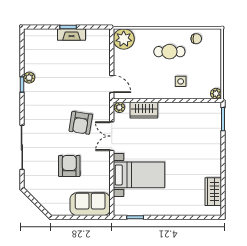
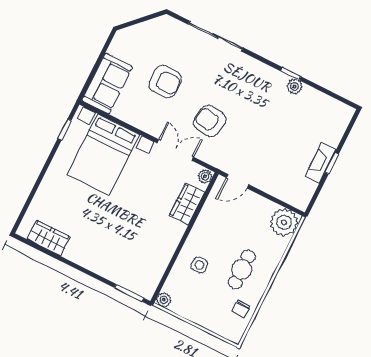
bed with nightstands: (139, 175) -> (103, 155), width x1.36

